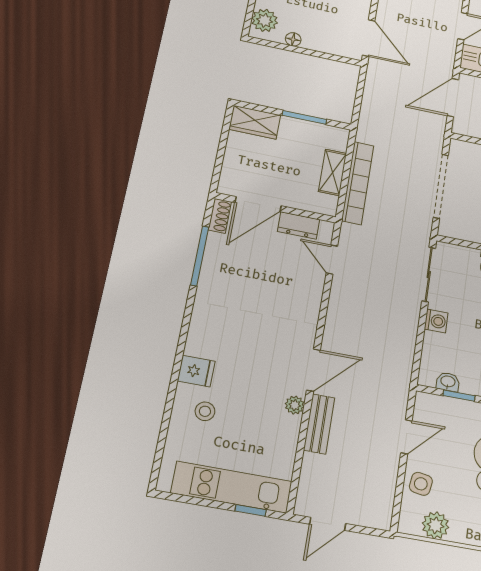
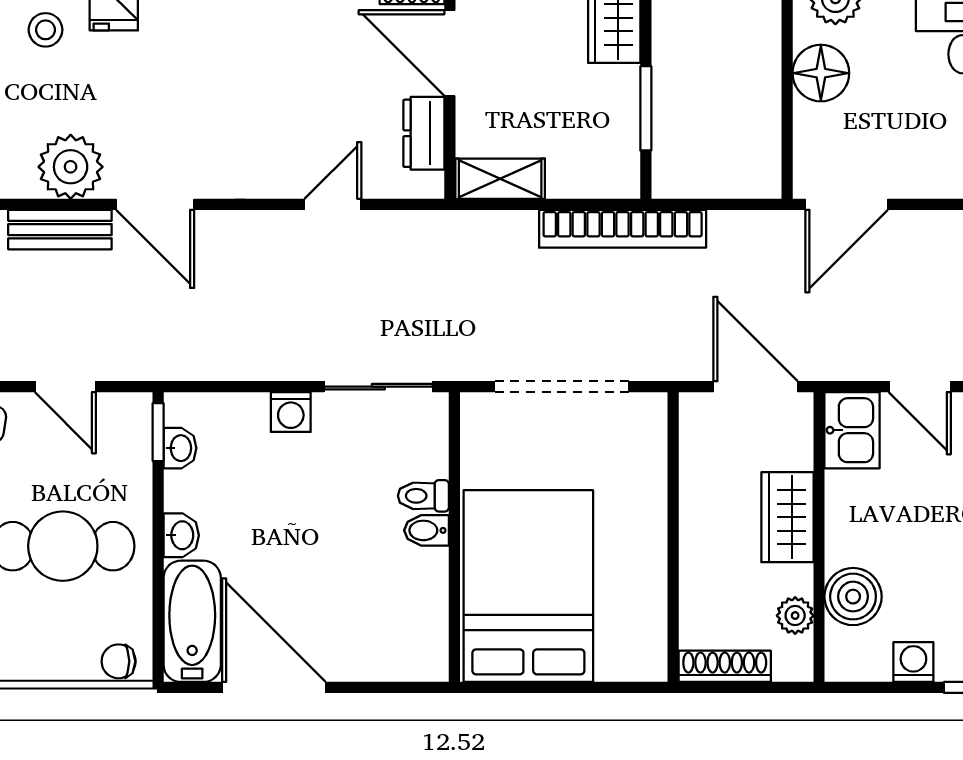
floor lamp: (293, 39) -> (821, 73), width x1.89, depth x1.89
shelving: (333, 172) -> (500, 179), moved
bookcase: (358, 183) -> (623, 229), moved
door: (332, 260) -> (333, 204), moved
window: (459, 396) -> (158, 432), moved
plant: (295, 405) -> (71, 167), width x1.88, depth x1.88

